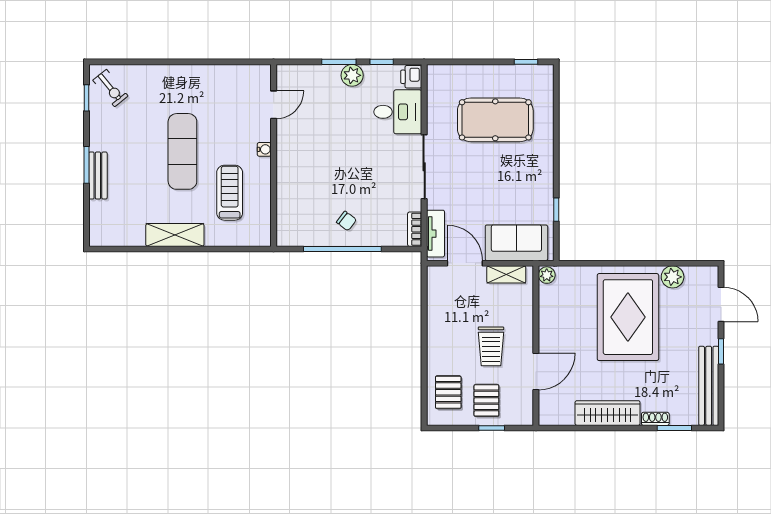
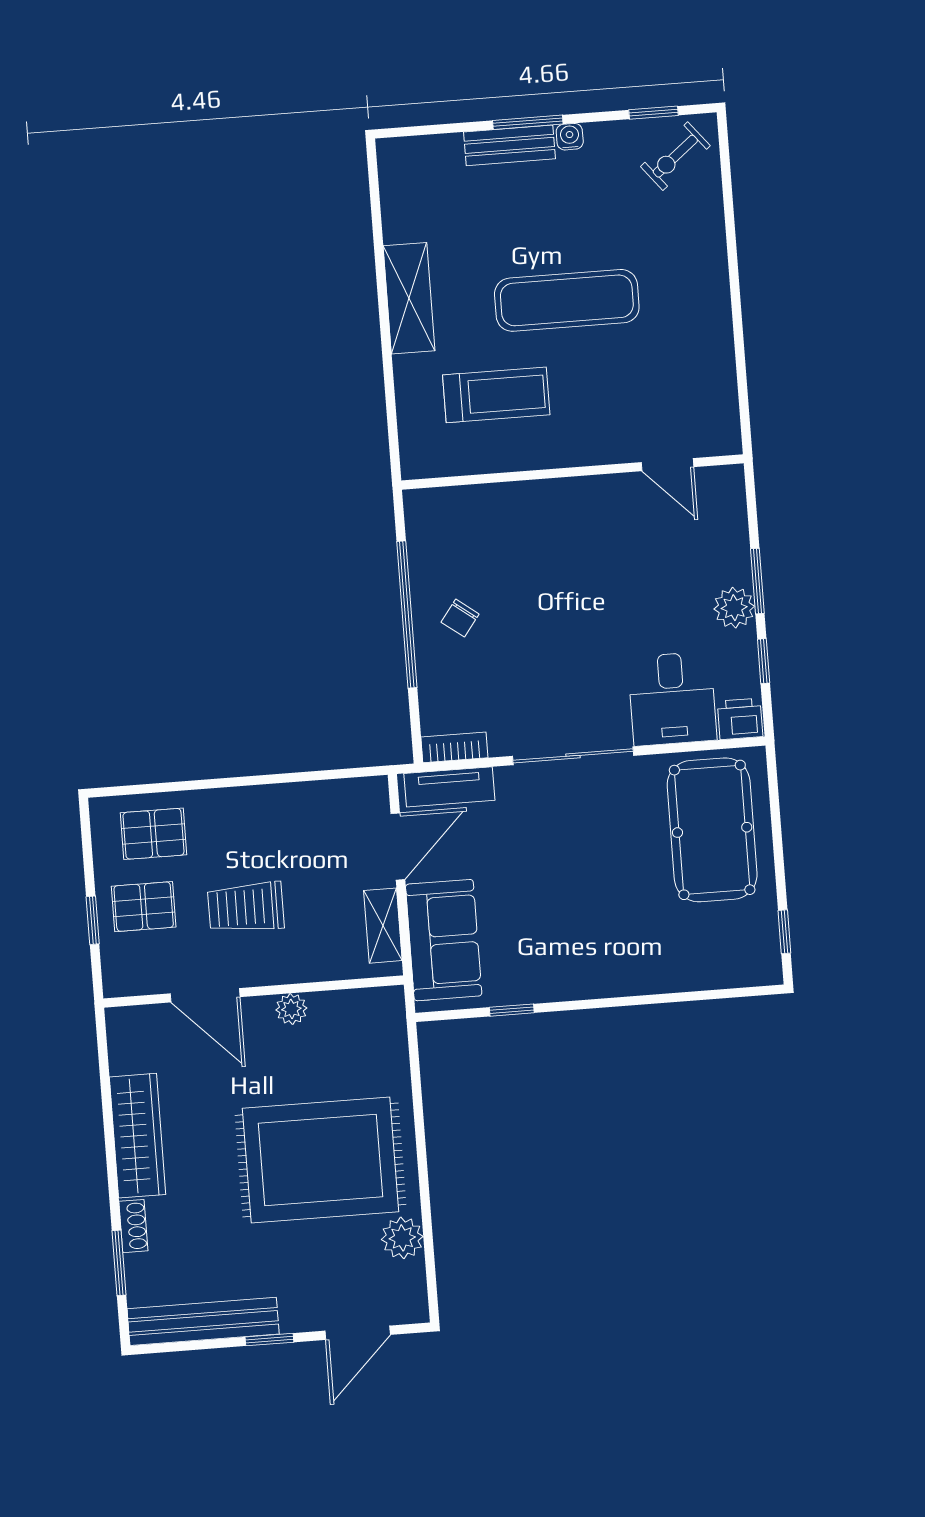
pool table: (495, 120) -> (712, 830), moved
water cooler: (264, 149) -> (570, 137), moved, turned 180
plant: (547, 275) -> (291, 1009), moved

